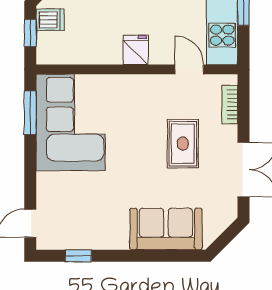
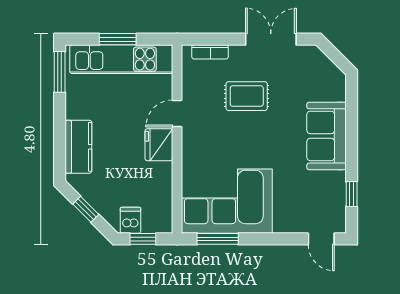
fridge: (136, 50) -> (159, 145), width x1.38
door: (189, 69) -> (177, 113), moved
sofa: (166, 229) -> (327, 136), moved

